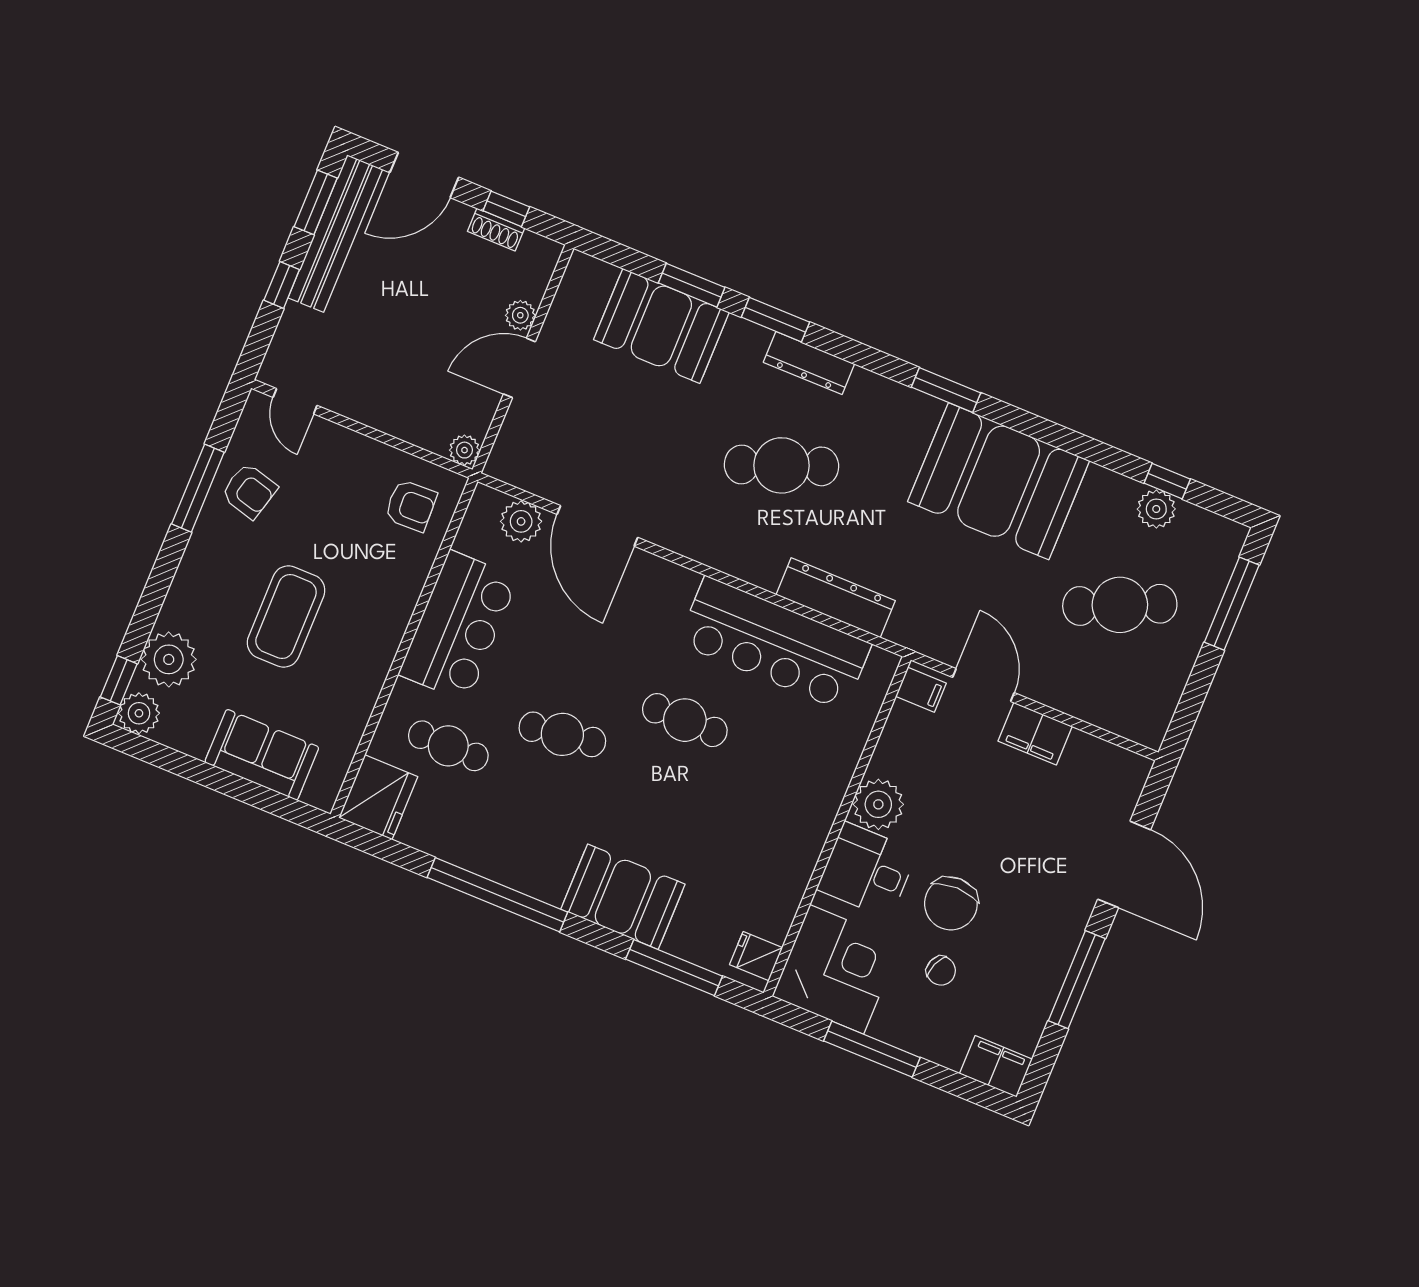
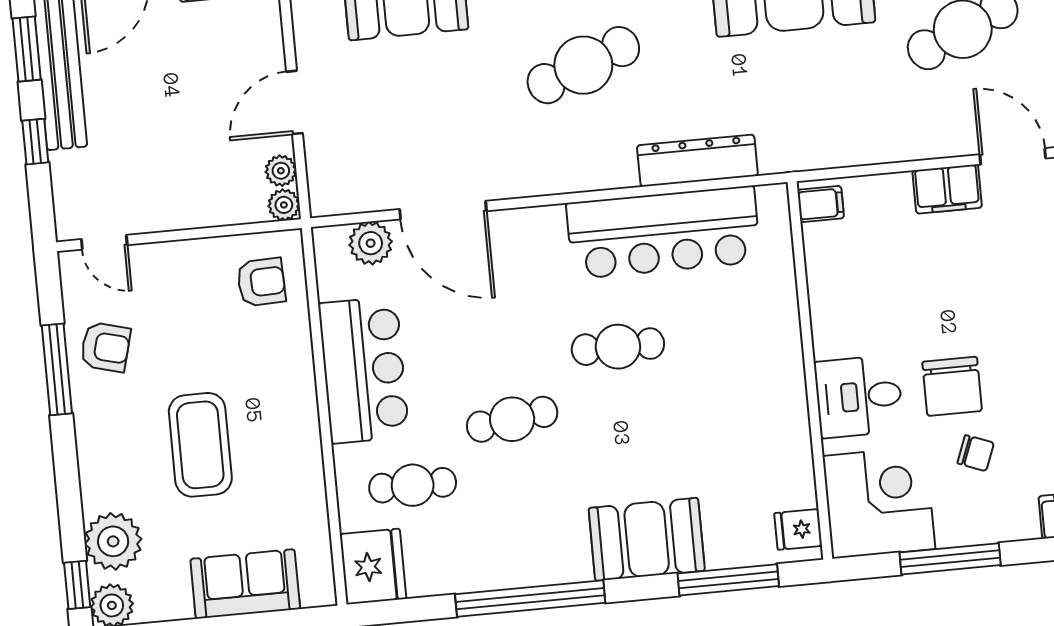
plant: (520, 315) -> (281, 171), moved
door: (983, 685) -> (1013, 156), moved
plant: (878, 804) -> (837, 330), removed

